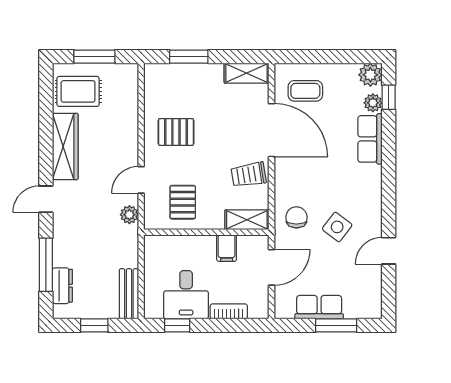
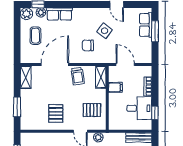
coffee table: (305, 91) -> (35, 36), moved
chair: (296, 217) -> (88, 45), moved
row of seats: (319, 307) -> (146, 25), moved

